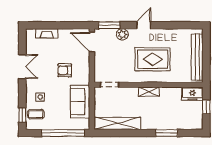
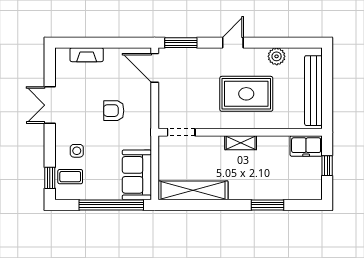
plant: (122, 34) -> (277, 56), moved
double door: (22, 67) -> (50, 105), swing flipped
sofa: (80, 102) -> (137, 175), moved

